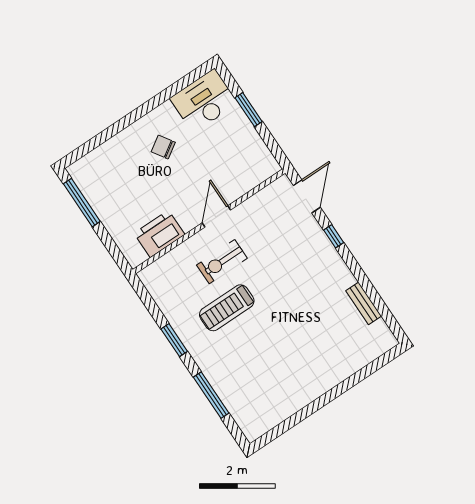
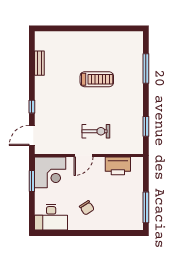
window: (249, 110) -> (32, 181), moved
corner desk: (247, 162) -> (50, 172), added
treadmill: (227, 308) -> (97, 79), moved
window: (174, 340) -> (146, 126), moved

